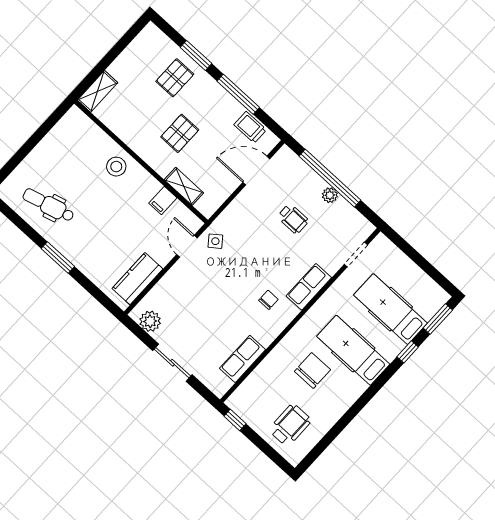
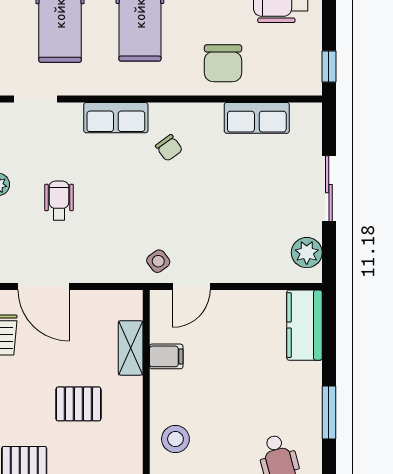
kitchen counter: (137, 279) -> (304, 325), moved, turned 90
chair: (268, 300) -> (169, 148), turned -126
chair: (312, 371) -> (223, 63), moved, turned -90

